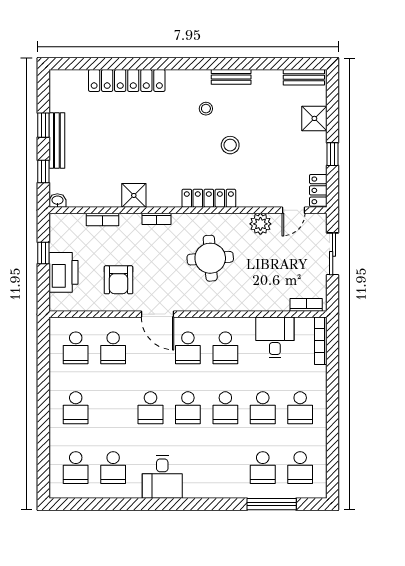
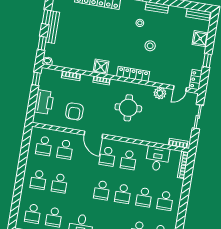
shower: (134, 195) -> (101, 67), moved
window: (43, 253) -> (36, 79), moved
school desk: (151, 408) -> (59, 183), moved

